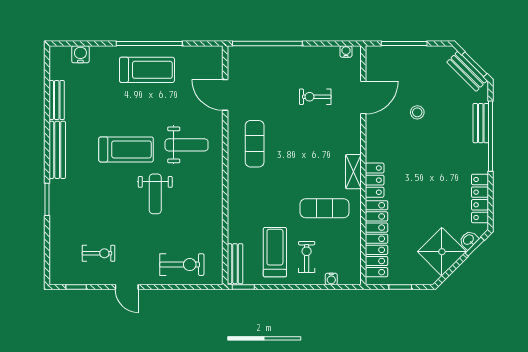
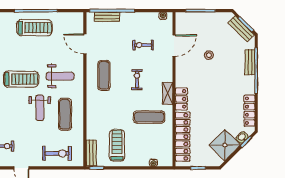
bench: (259, 53) -> (107, 17), added
exercise mat: (194, 204) -> (65, 114), added
exercise bike: (307, 257) -> (137, 80), moved

